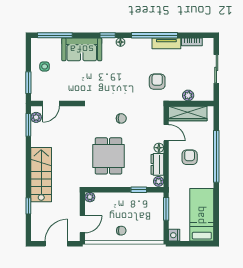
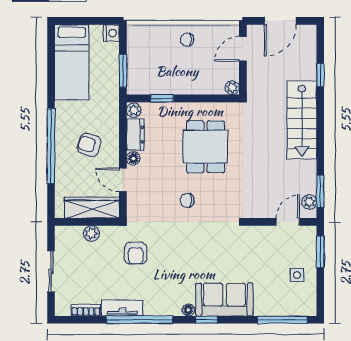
sofa: (82, 49) -> (224, 299), moved
armchair: (190, 157) -> (89, 145), turned 108

